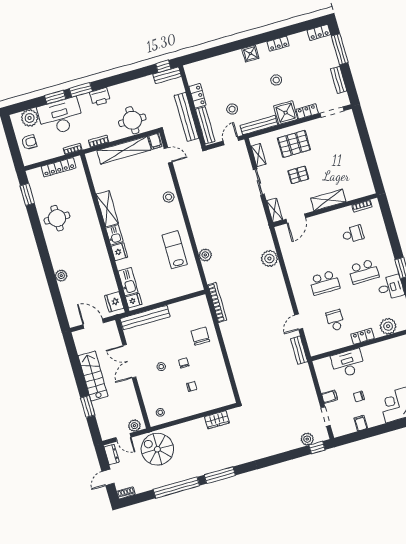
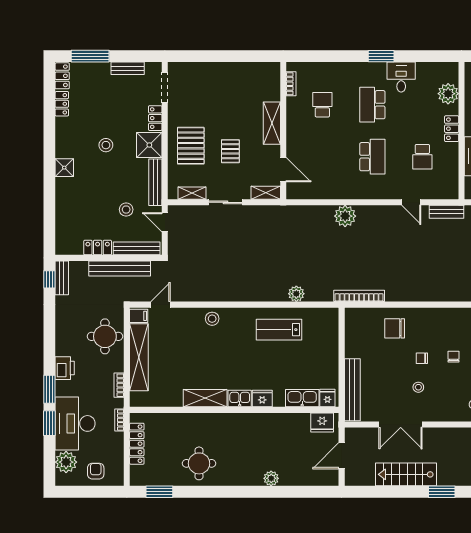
locker: (278, 44) -> (62, 104), moved
plant: (269, 258) -> (345, 216), moved
school desk: (364, 272) -> (372, 105), turned 180
school desk: (335, 320) -> (422, 157), turned -90

